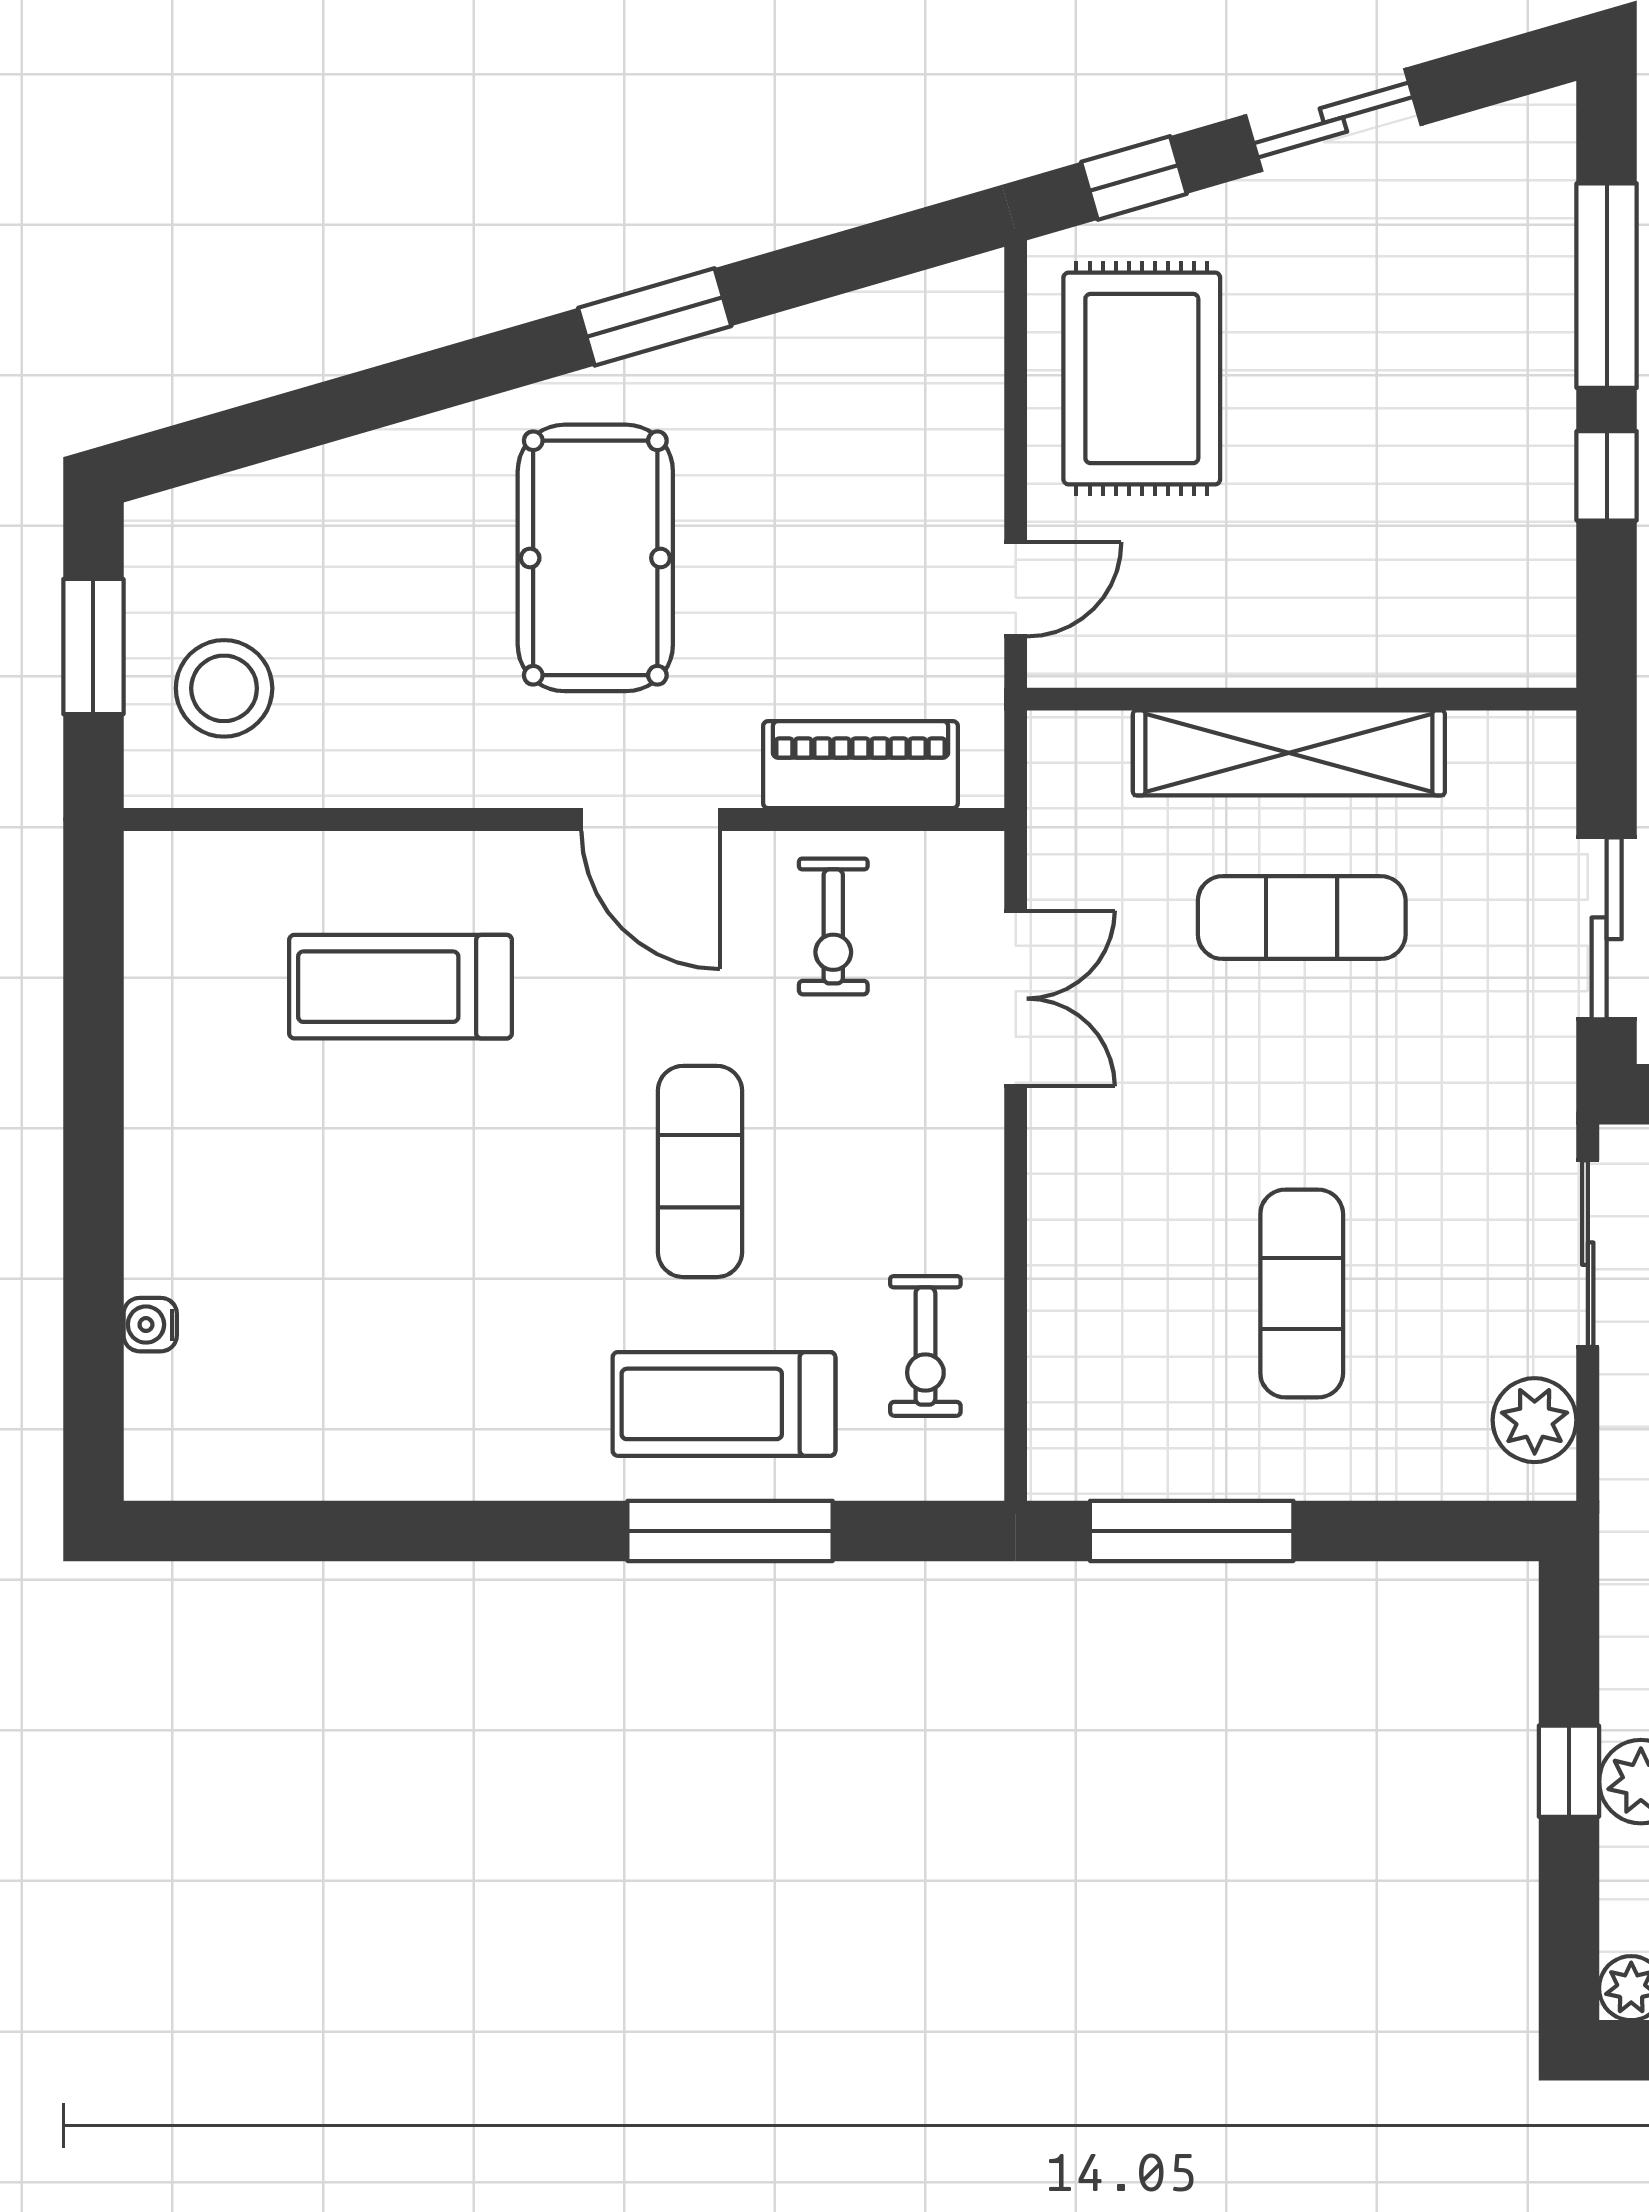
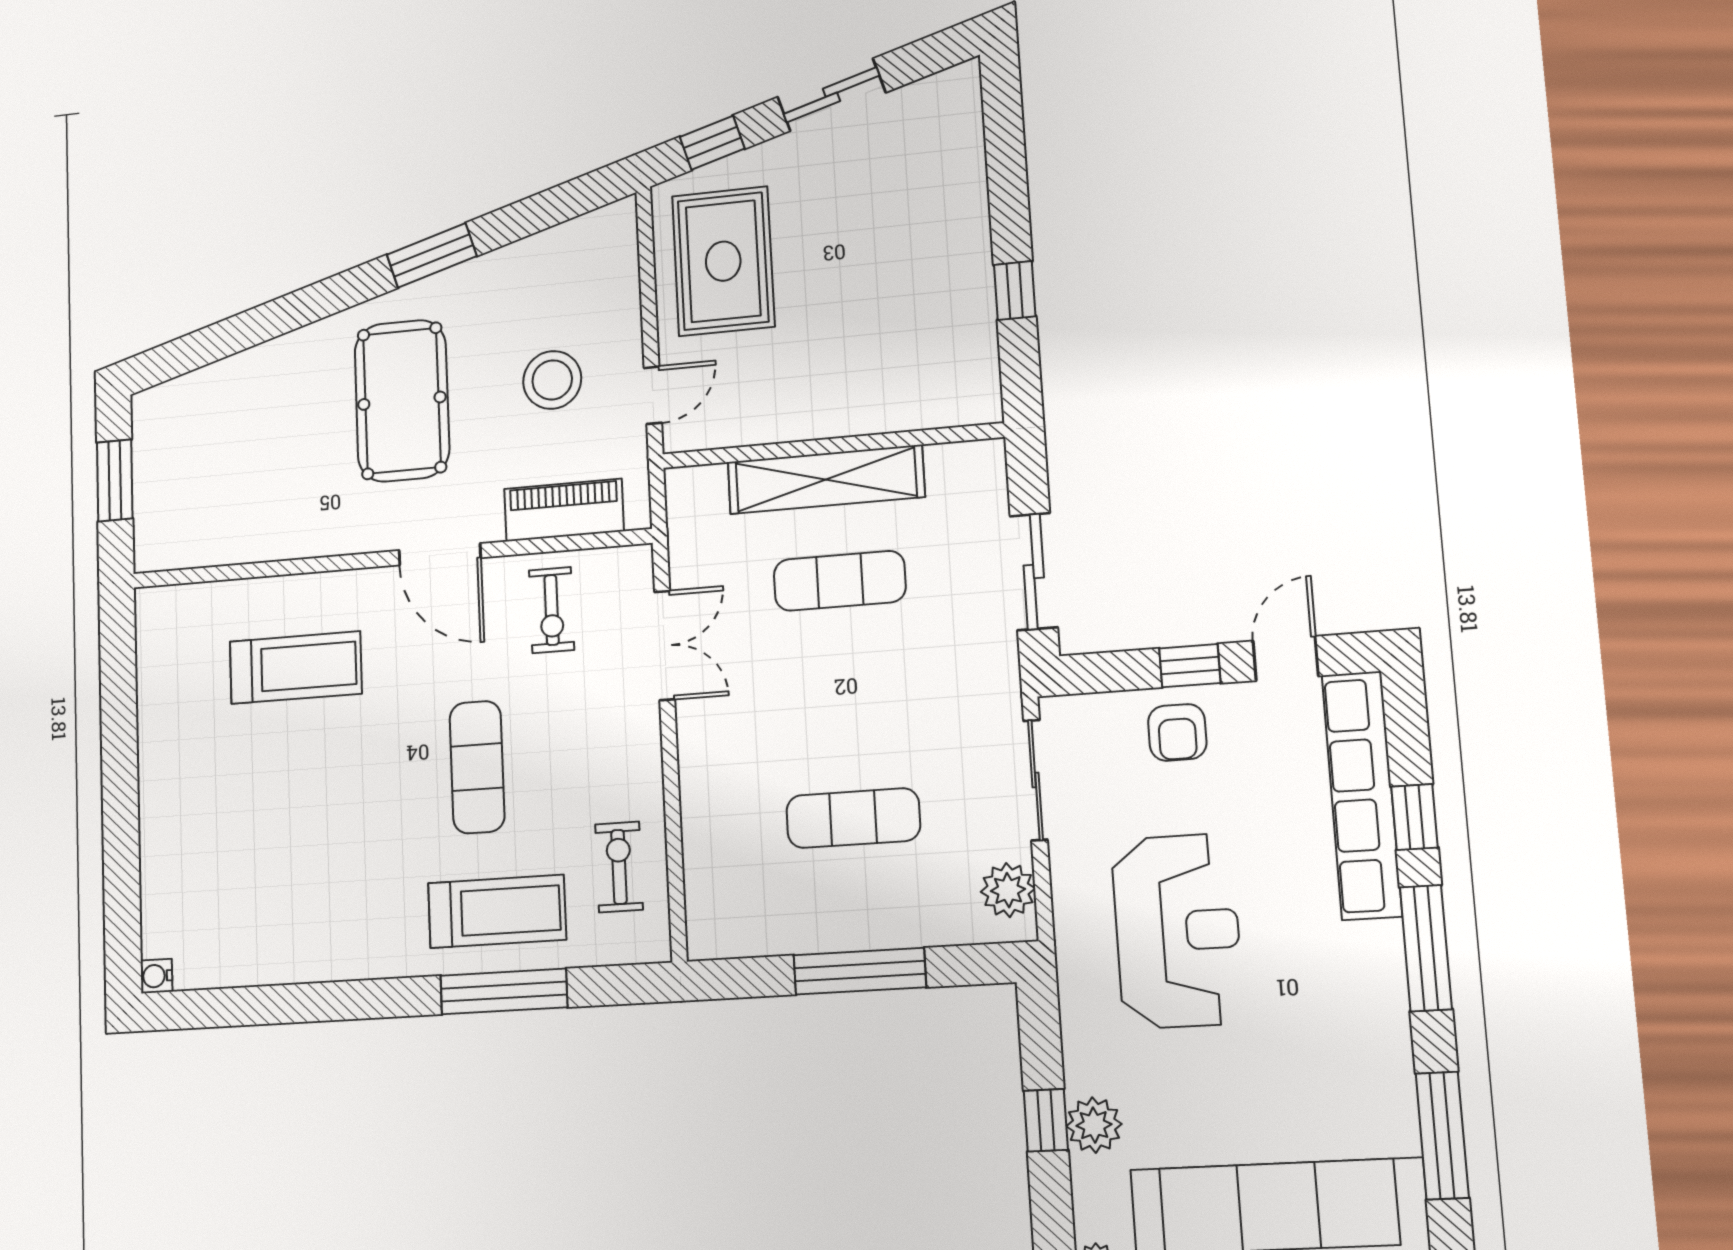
window: (1607, 286) -> (1007, 175), removed
stool: (224, 688) -> (552, 380), moved
treadmill: (400, 987) -> (296, 668), turned 180
exercise mat: (1302, 1294) -> (853, 818), turned 90
water cooler: (150, 1325) -> (156, 976), moved
exercise bike: (925, 1346) -> (619, 867), turned 180
treadmill: (724, 1404) -> (497, 911), turned 180
window: (1192, 1531) -> (860, 971), moved

